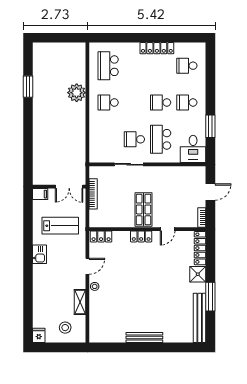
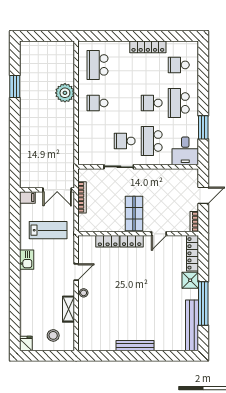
school desk: (187, 102) -> (179, 103), width x1.85
locker: (101, 236) -> (108, 241), moved
window: (210, 297) -> (203, 304), width x1.46

